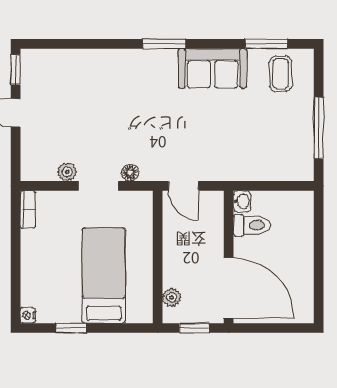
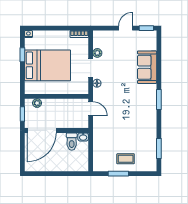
sofa: (213, 68) -> (147, 67), moved
coffee table: (281, 74) -> (126, 159), moved
window: (319, 128) -> (118, 174), width x0.69
door: (183, 186) -> (91, 109), swing flipped
bed: (104, 276) -> (48, 65), width x1.50

